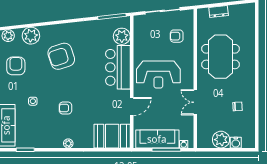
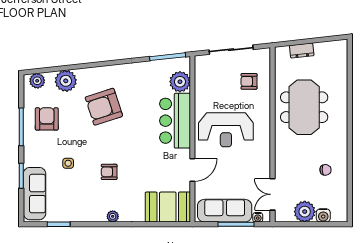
double door: (195, 102) -> (272, 194), moved

